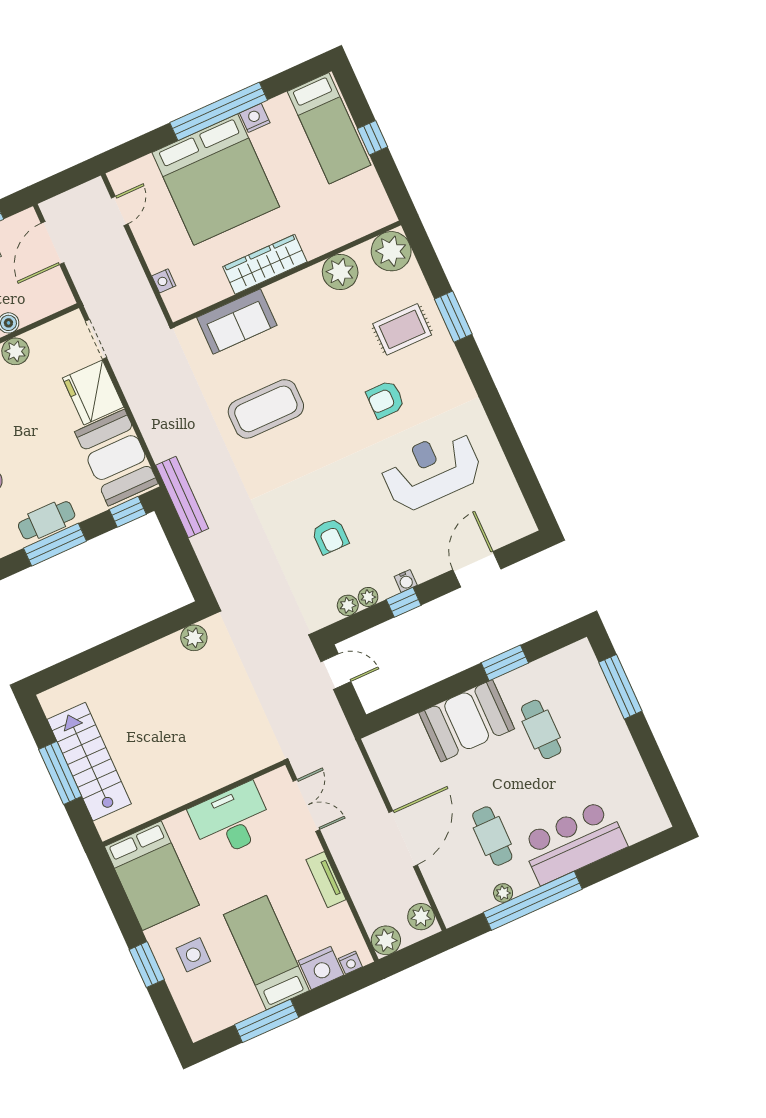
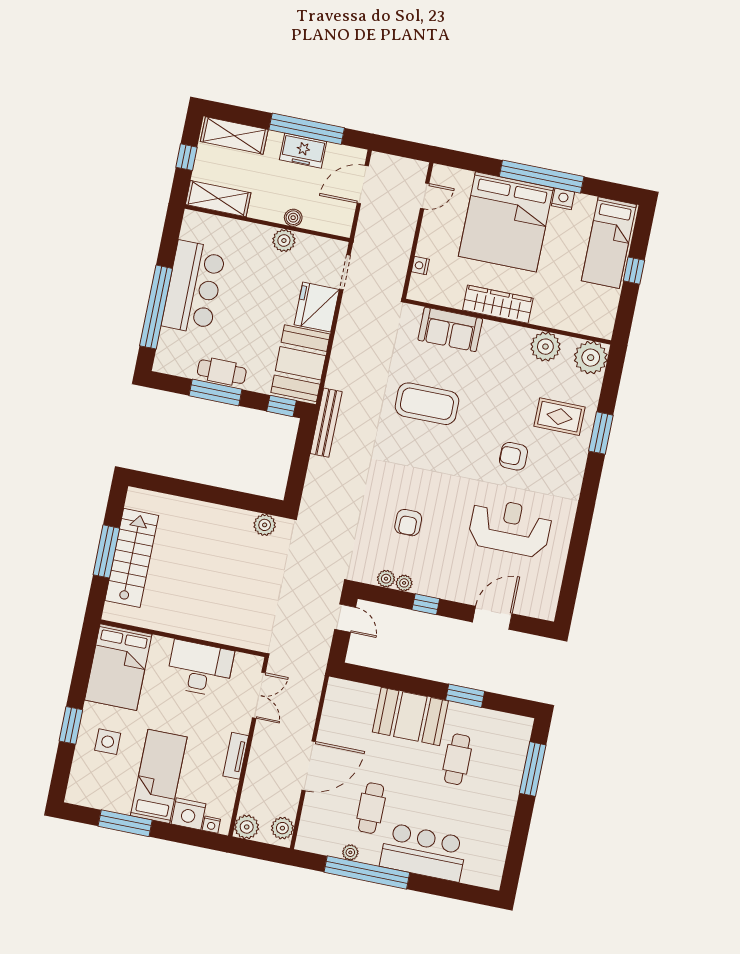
water cooler: (406, 581) -> (438, 591), removed

